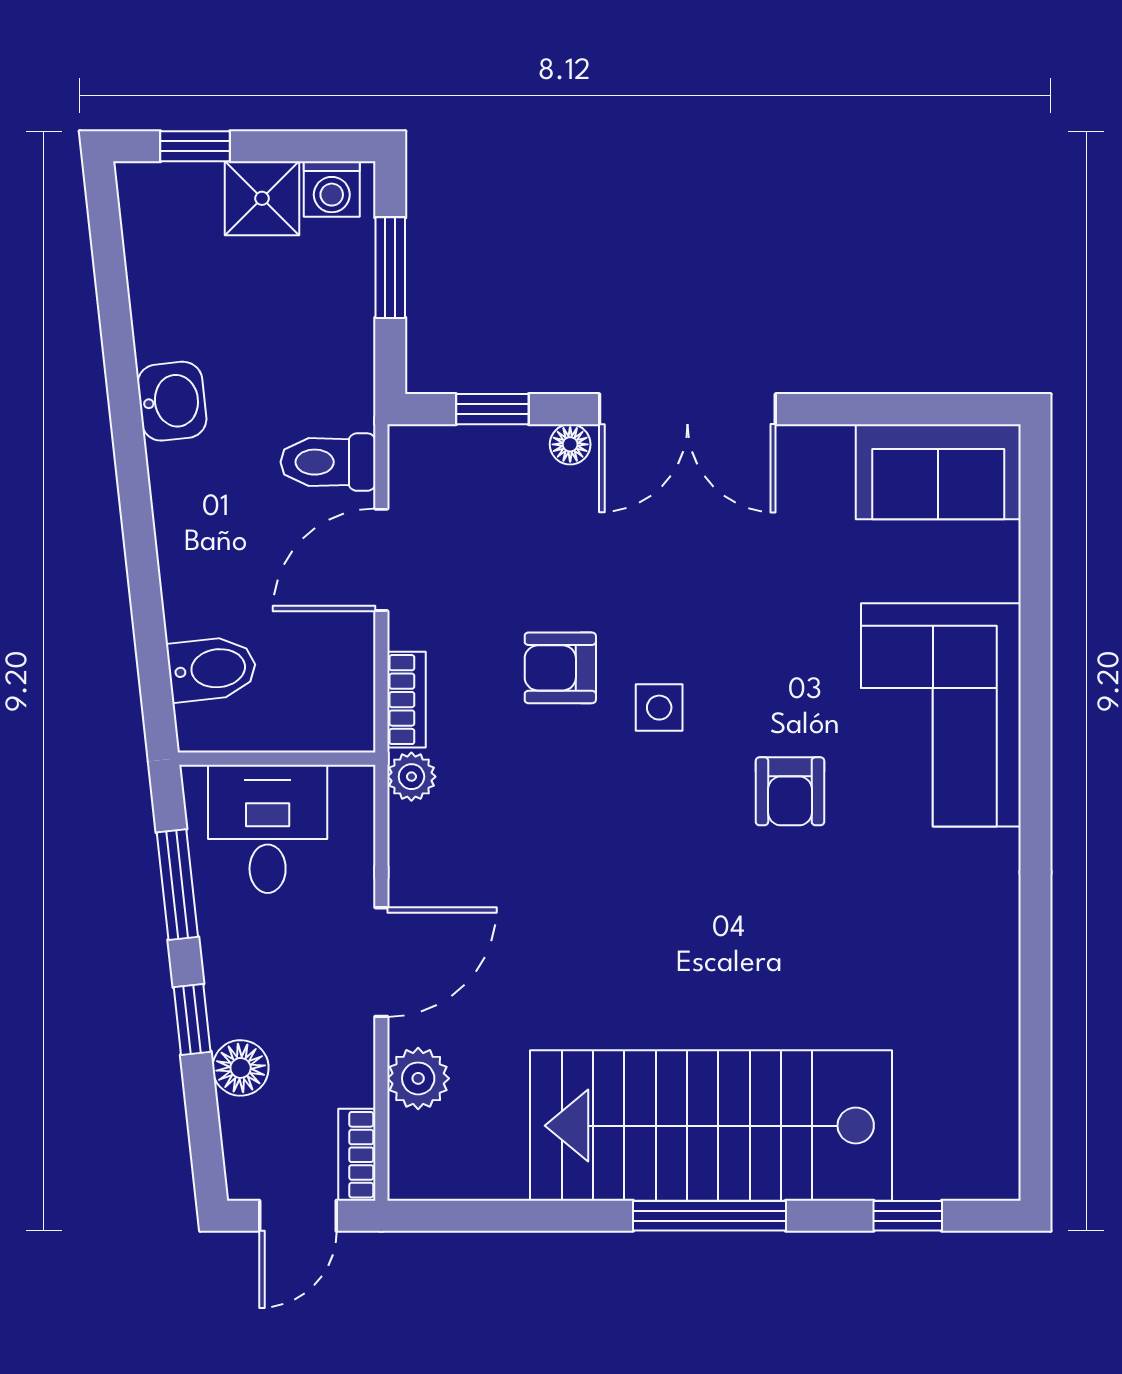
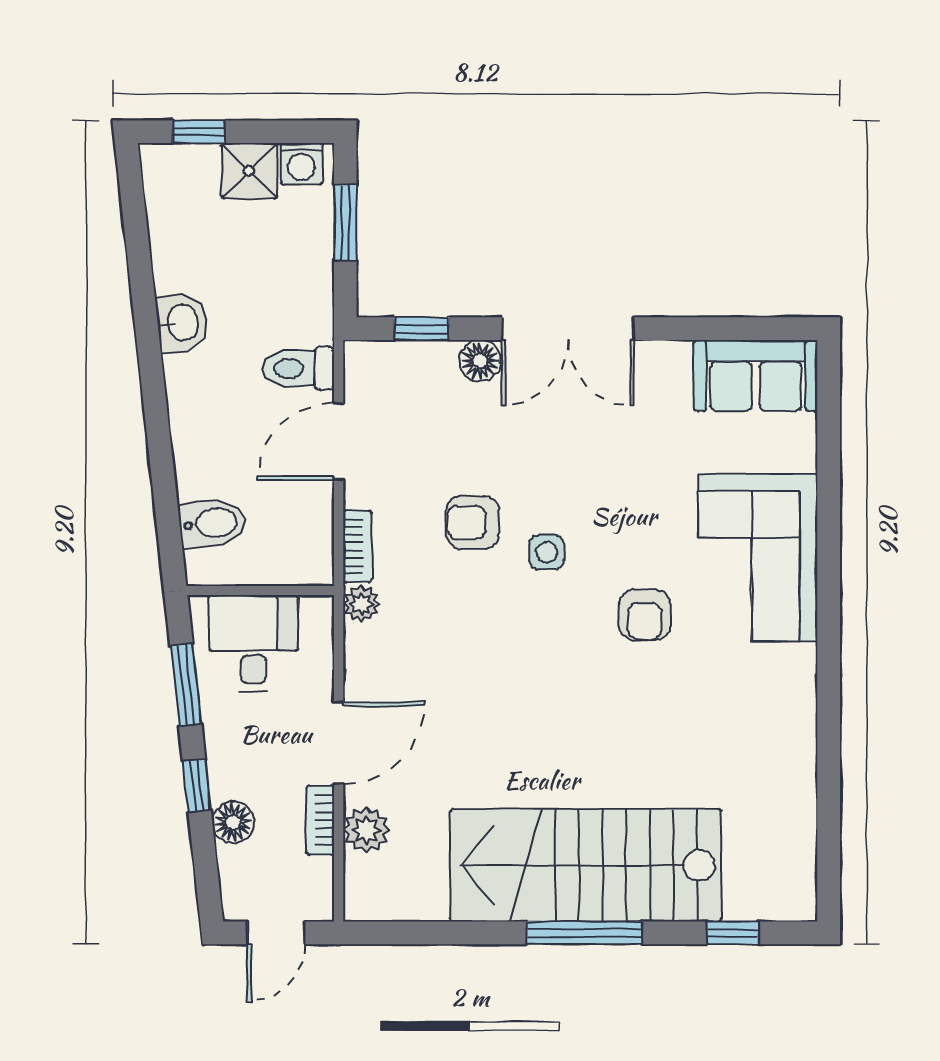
floor lamp: (570, 444) -> (480, 361), width x1.37, depth x1.37
bookcase: (357, 1155) -> (320, 820), moved

